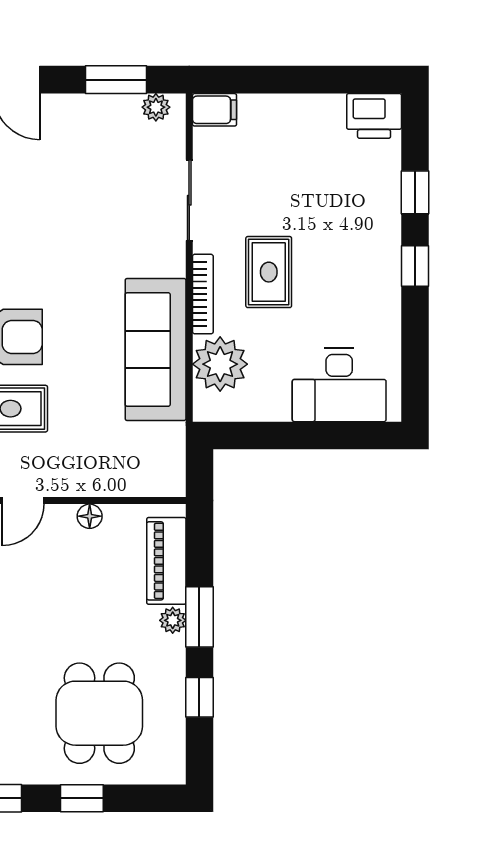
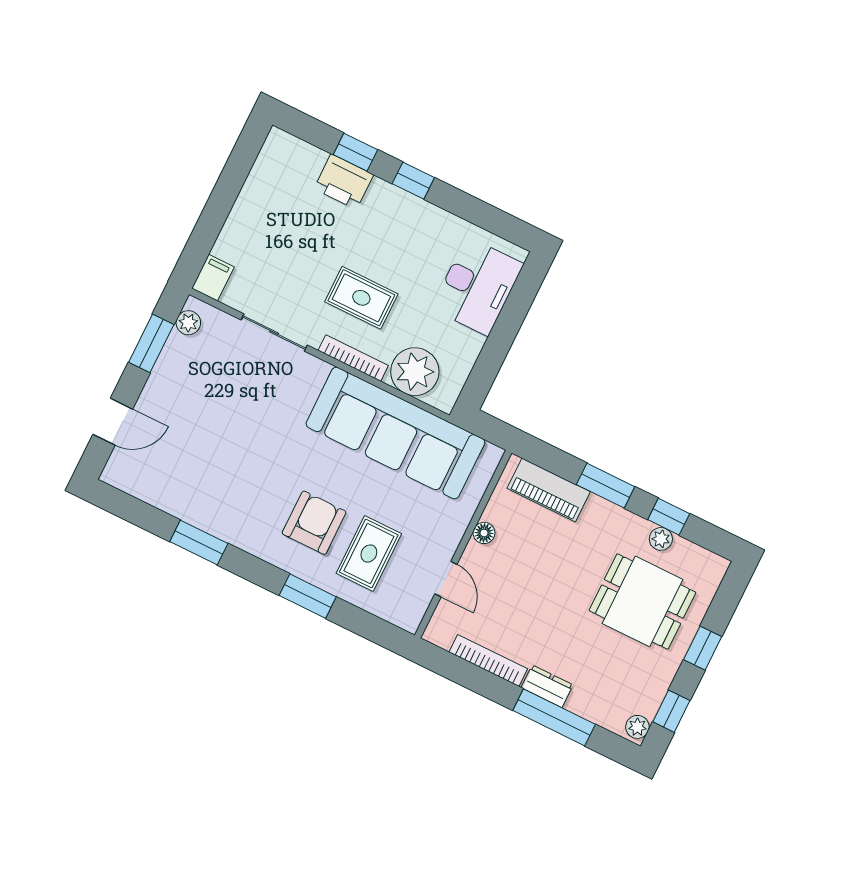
printer: (374, 116) -> (344, 182), moved, turned 90
sofa: (156, 349) -> (395, 433), width x1.36, depth x1.27
plant: (173, 620) -> (661, 539), moved

